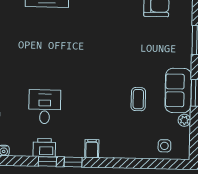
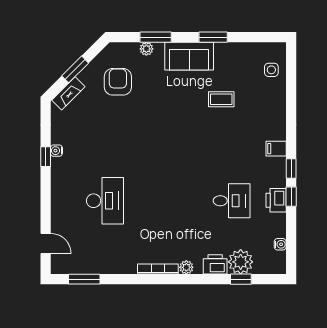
sofa: (178, 90) -> (189, 56), moved
desk: (45, 107) -> (232, 201), turned 180
plant: (184, 120) -> (146, 49), moved

